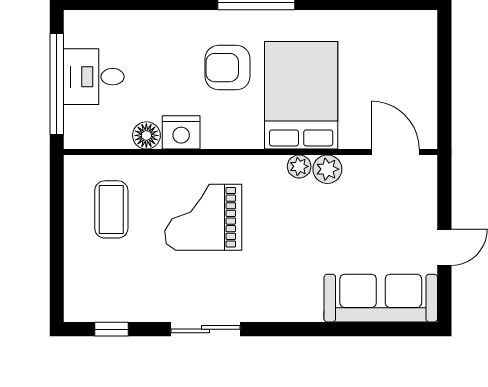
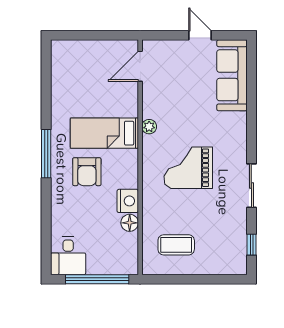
desk: (94, 77) -> (68, 256), moved
bed: (301, 95) -> (104, 133), width x0.67
plant: (327, 169) -> (151, 109), removed
grand piano: (203, 217) -> (188, 168), moved, turned 90

